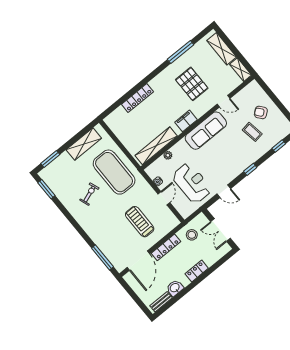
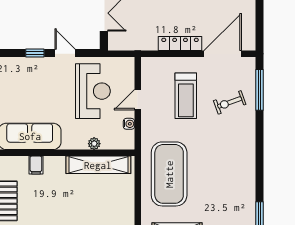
filing cabinet: (186, 121) -> (36, 165), width x0.50
window: (250, 169) -> (35, 53), moved
reception desk: (192, 183) -> (93, 91), turned 180
exercise bike: (89, 194) -> (230, 102), moved
stool: (192, 235) -> (140, 34), removed

